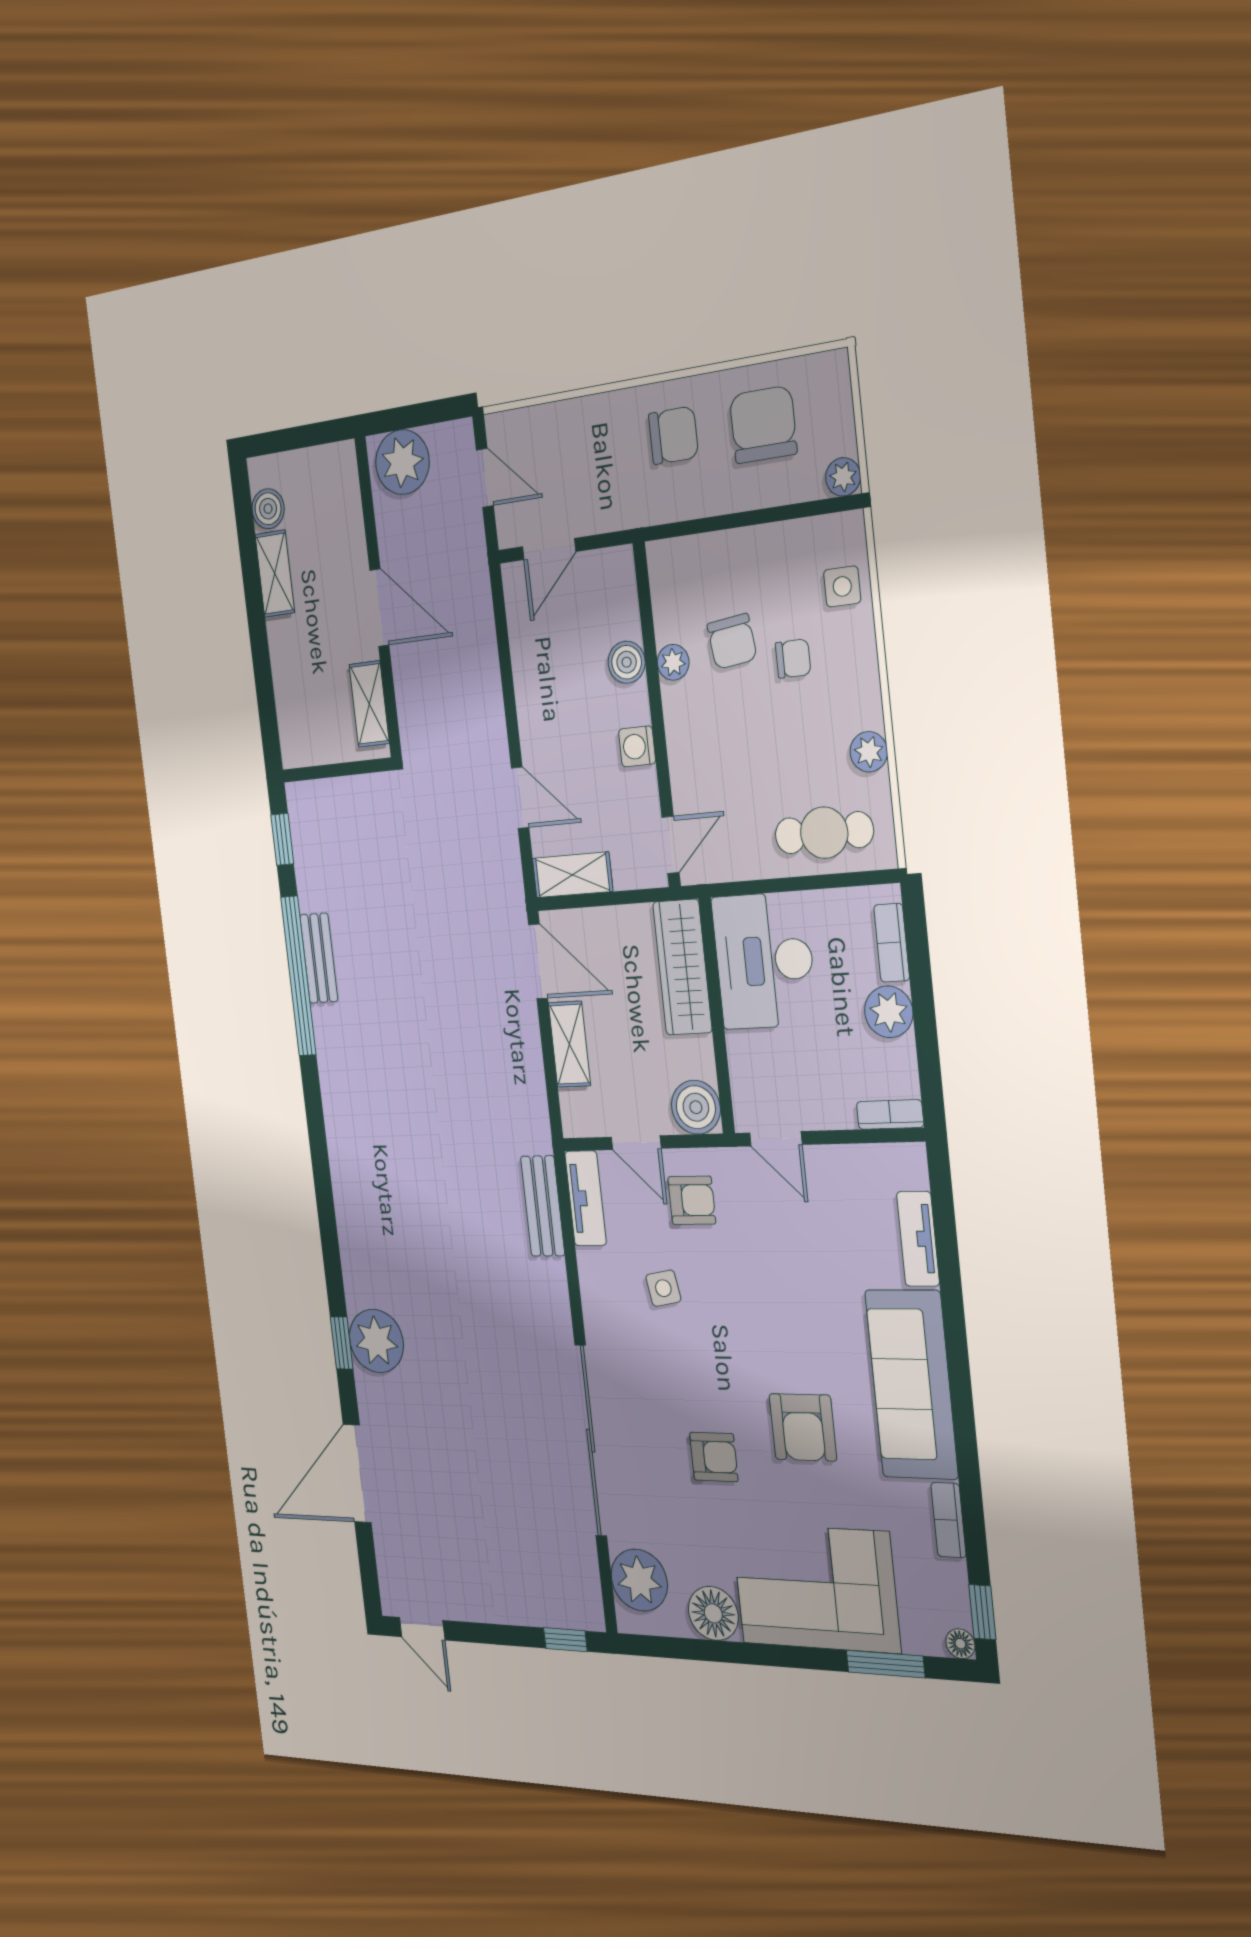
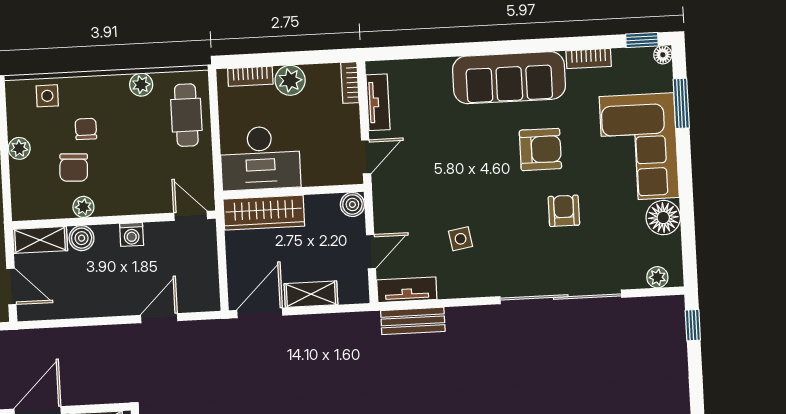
plant: (756, 544) -> (19, 148), added
chair: (732, 641) -> (74, 167), turned 100
shelving: (572, 875) -> (40, 240), moved, turned 90
boiler: (696, 1107) -> (352, 204), width x0.73, depth x0.73
armchair: (692, 1200) -> (405, 216), removed
tv unit: (918, 1239) -> (378, 102), moved, turned -90
plant: (639, 1580) -> (657, 277), width x0.53, depth x0.53

